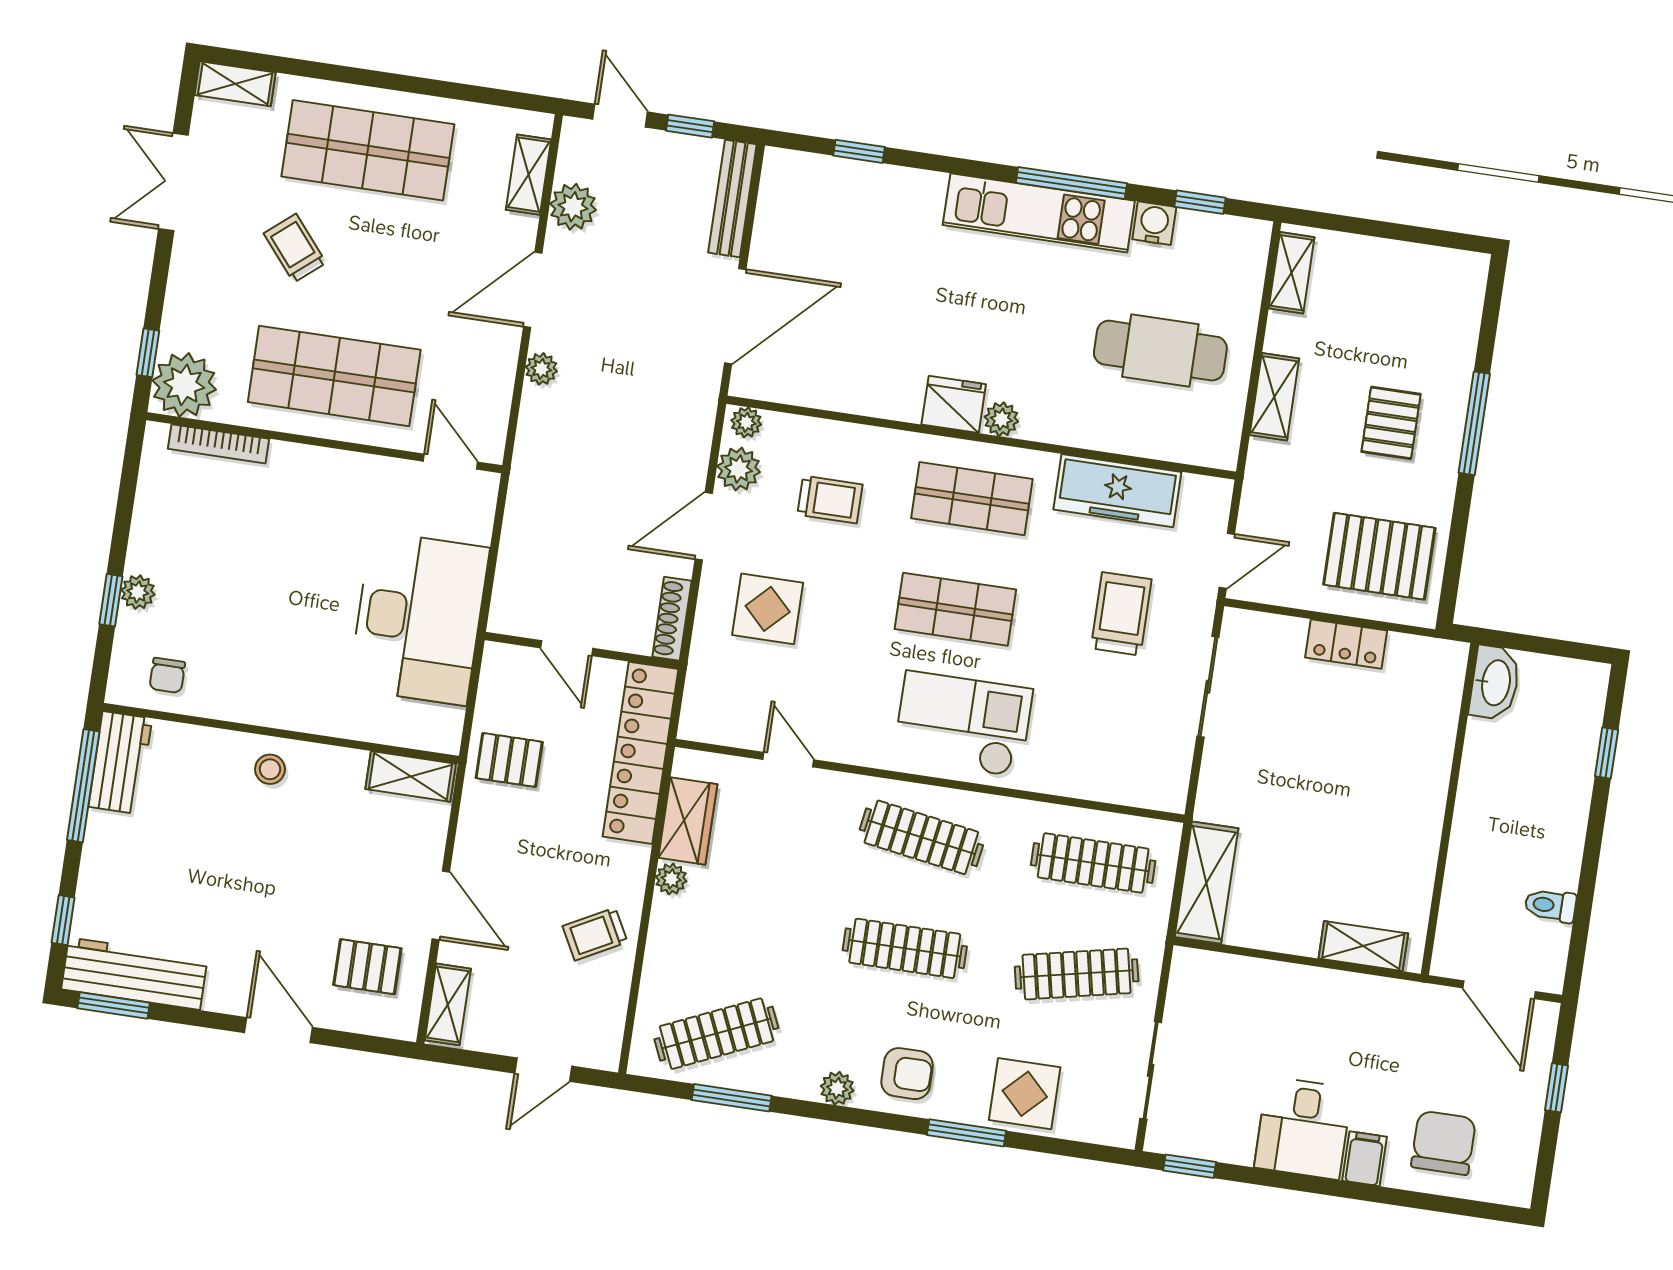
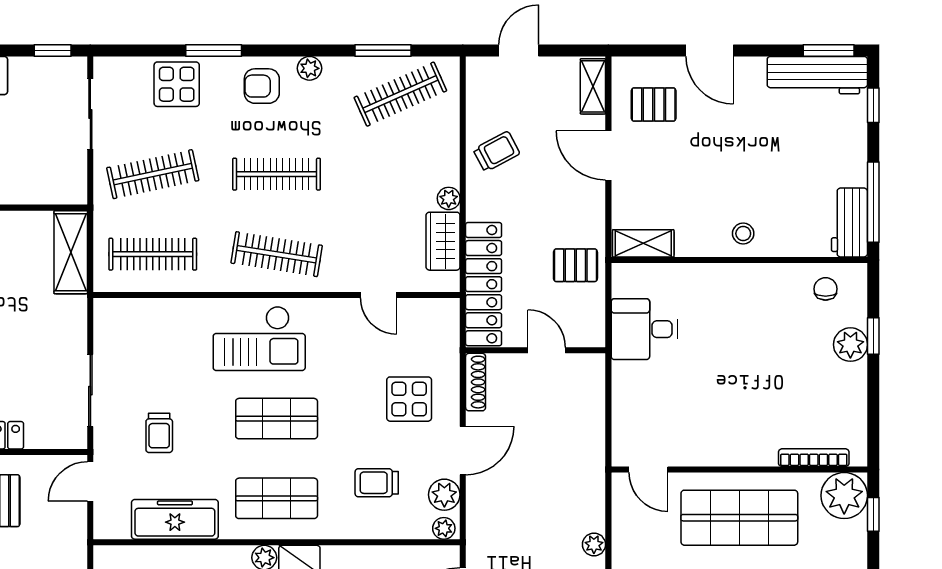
plant: (138, 592) -> (850, 345), width x1.38, depth x1.38
trolley: (1121, 614) -> (159, 433), width x0.73, depth x0.72
desk: (419, 618) -> (644, 329), width x0.53, depth x0.77

